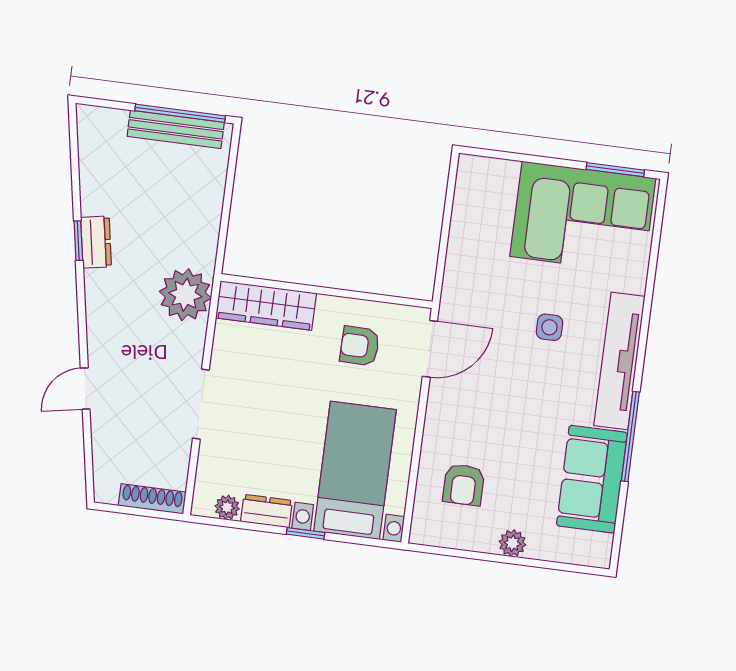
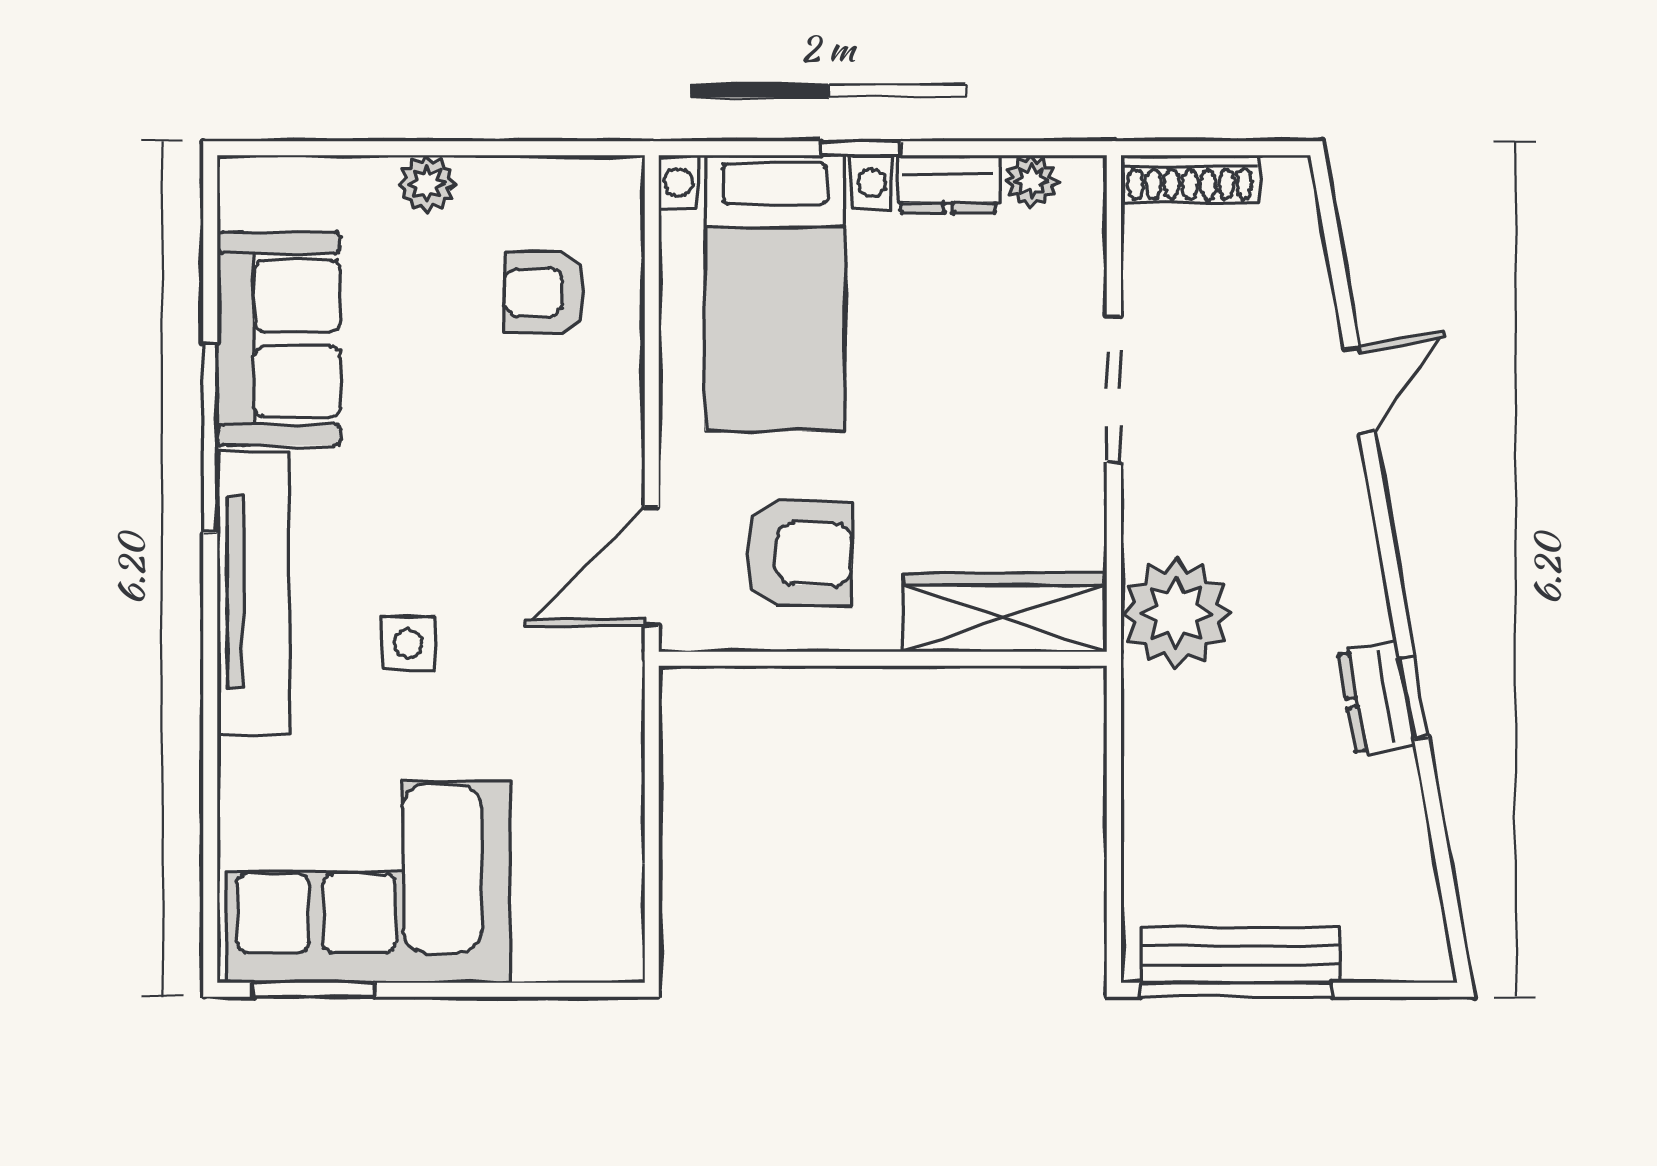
armchair: (360, 346) -> (799, 553), width x1.38, depth x1.38
armchair: (464, 485) -> (545, 292), turned -90

